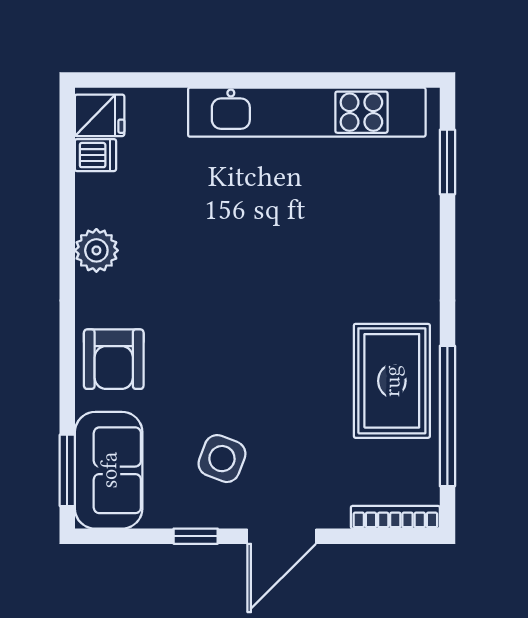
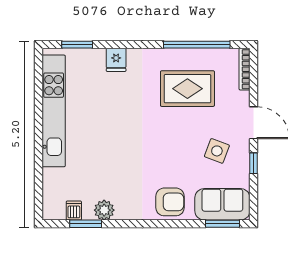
fridge: (100, 115) -> (116, 60), moved, turned 180
window: (67, 180) -> (86, 224), added
plant: (96, 250) -> (104, 210), moved
rug: (392, 381) -> (187, 89), moved

